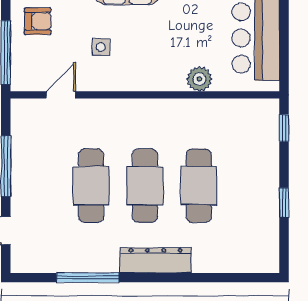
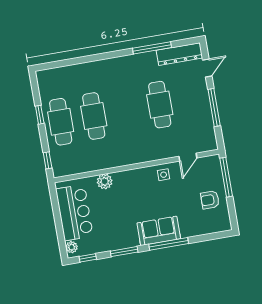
side table: (101, 47) -> (164, 175), moved
cafe table: (145, 186) -> (61, 122), moved
dresser: (156, 260) -> (179, 54), moved

